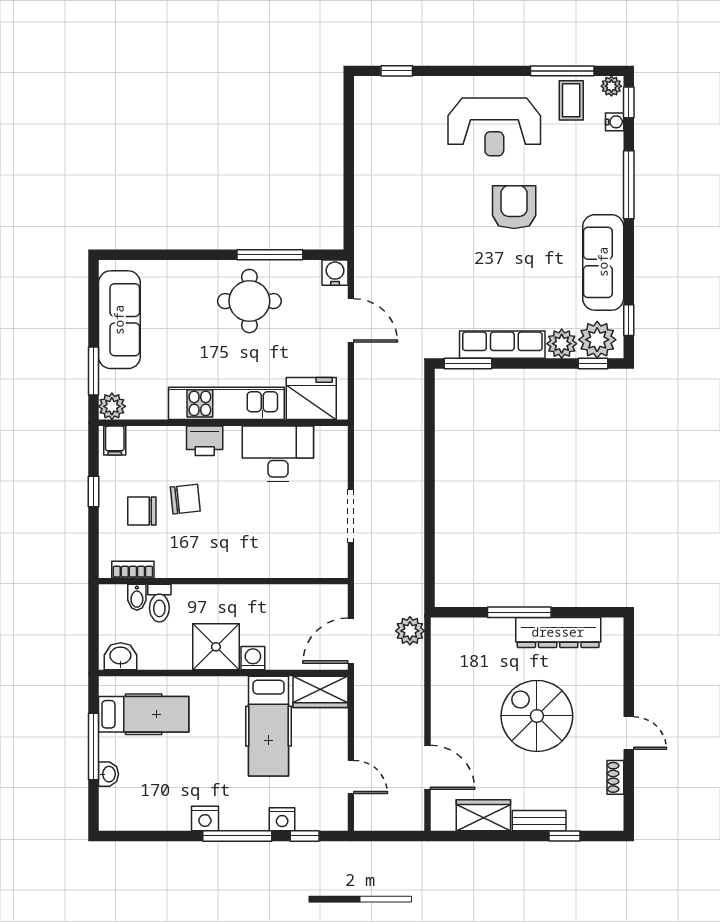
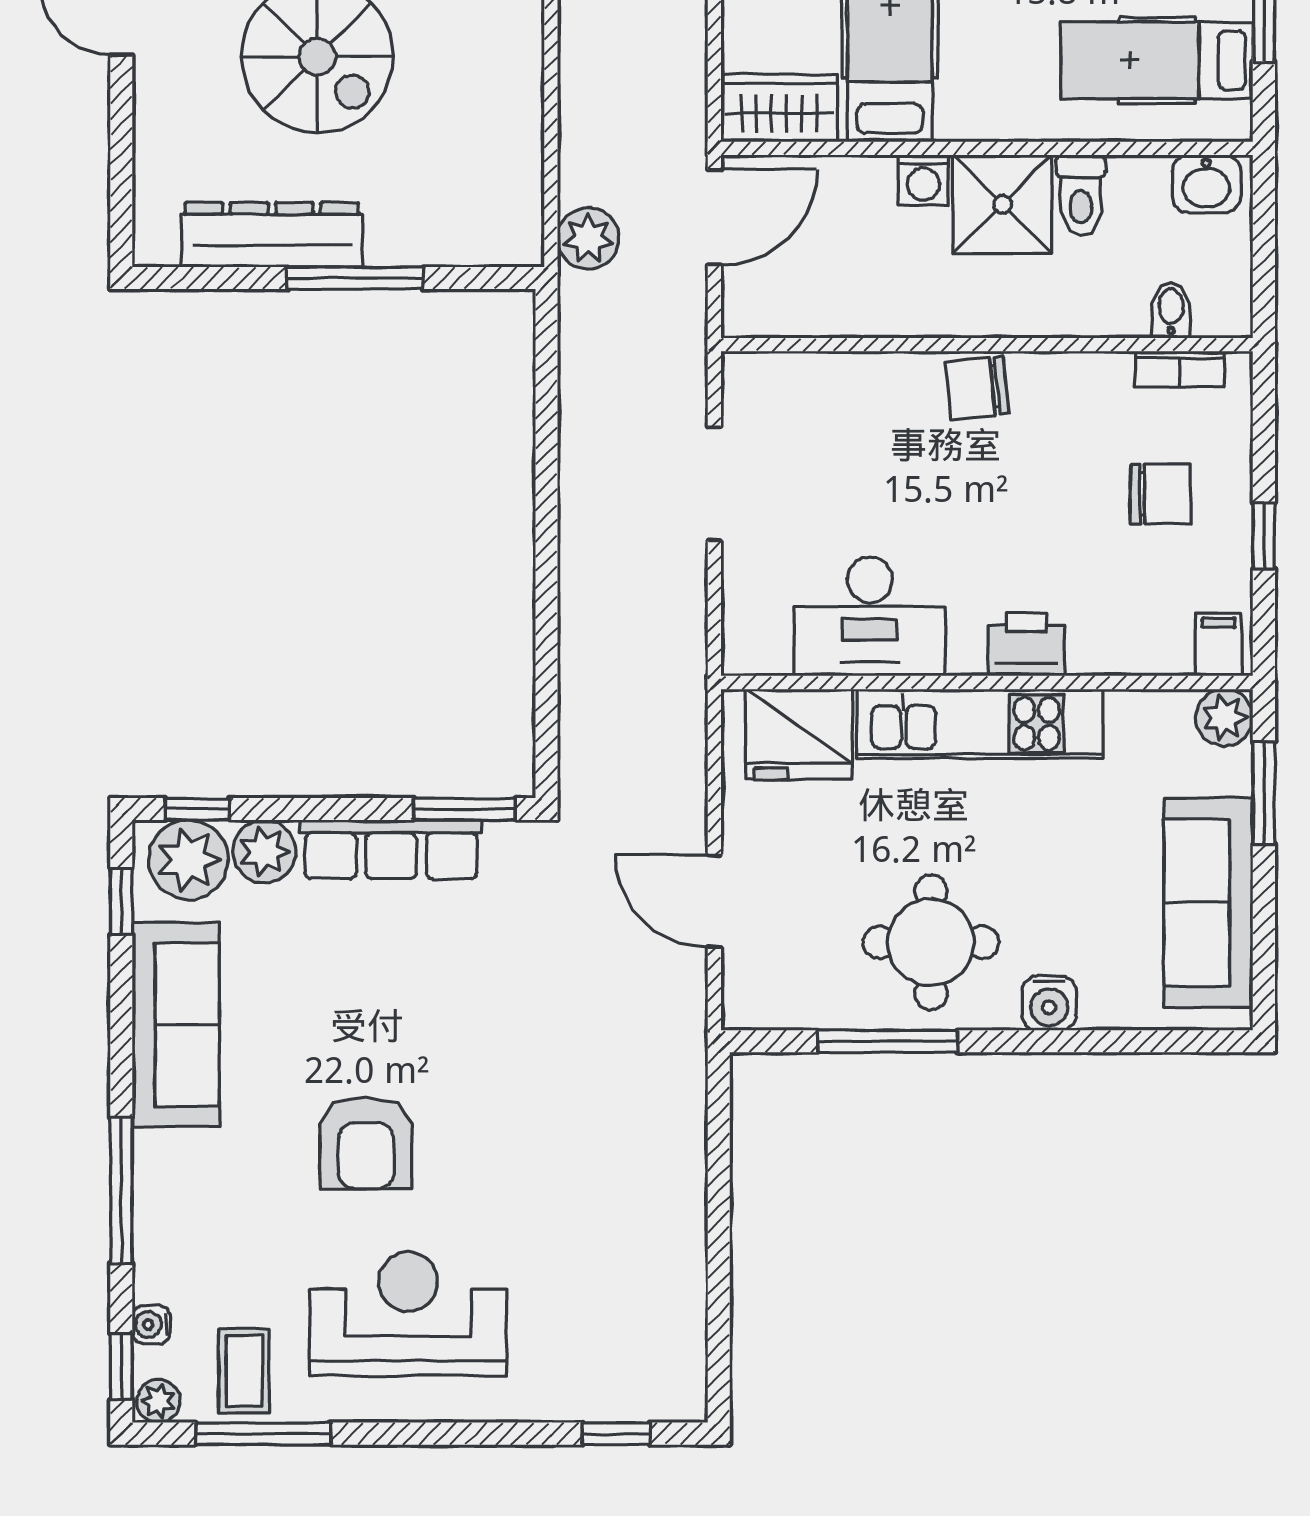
water cooler: (335, 273) -> (1049, 1003), moved
chair: (185, 499) -> (977, 388), moved
toilet: (159, 603) -> (1081, 195), moved, turned 180

